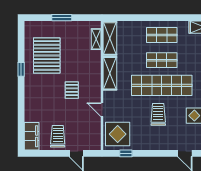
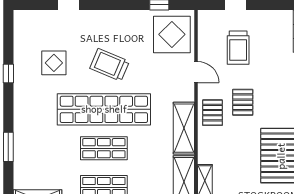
pallet: (91, 83) -> (213, 113), added
trolley: (158, 114) -> (110, 65), turned 113
trolley: (58, 136) -> (238, 48), moved

